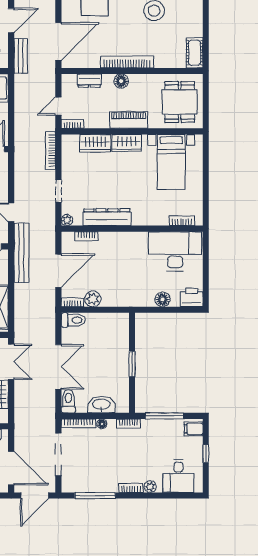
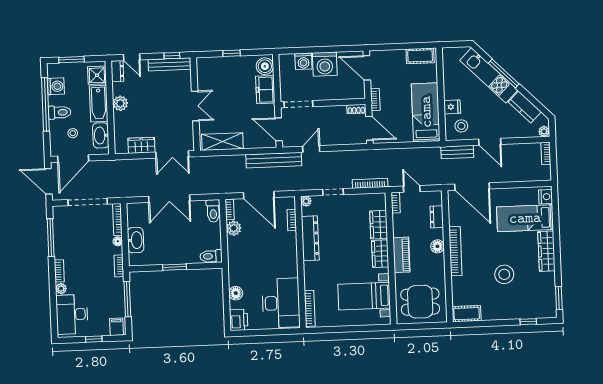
bookcase: (182, 221) -> (310, 308), width x1.56
toilet: (68, 401) -> (211, 256), moved, turned 180
desk: (178, 476) -> (72, 314), width x1.37

